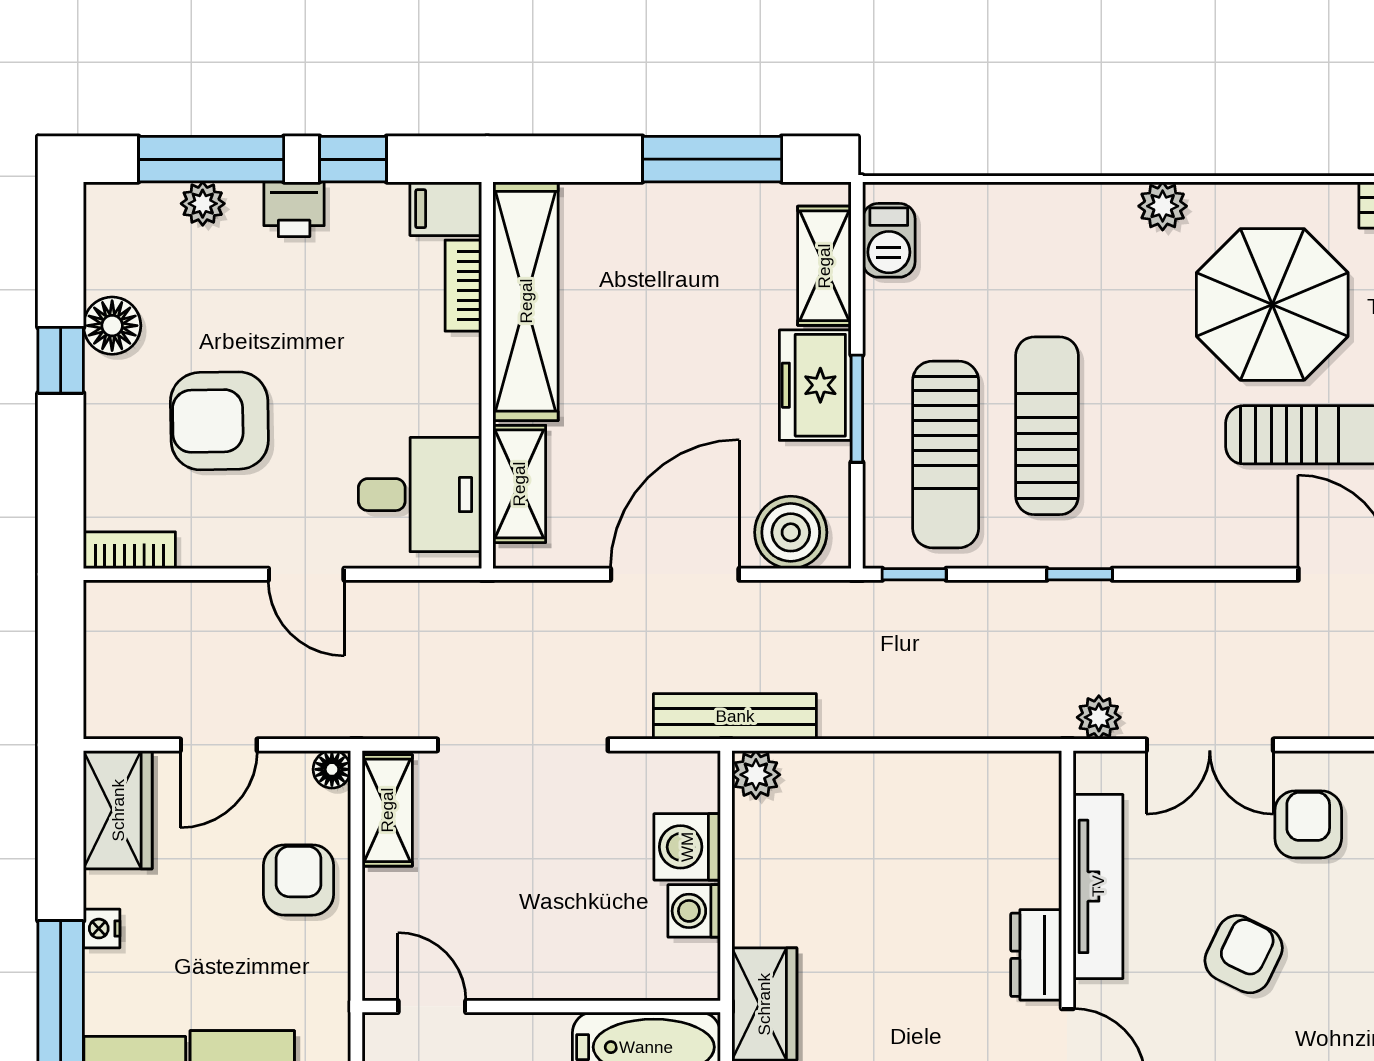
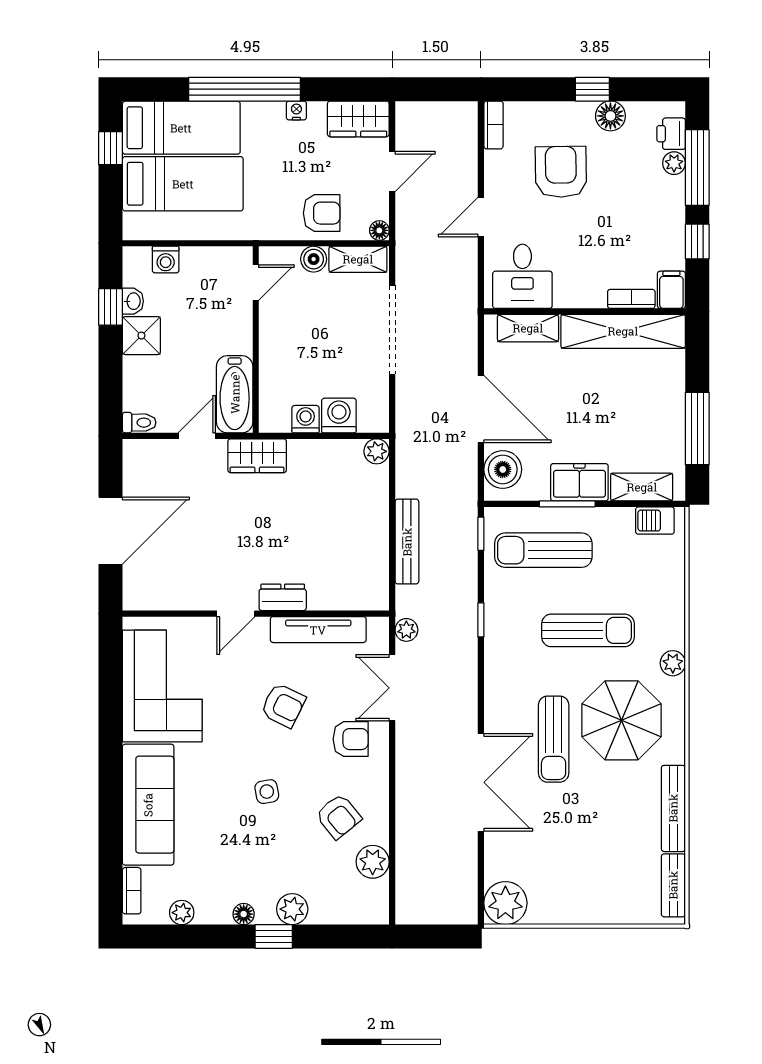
printer: (294, 209) -> (671, 134), moved
sun lounger: (1047, 426) -> (588, 630), moved
bench: (735, 716) -> (407, 542), moved
door: (219, 745) -> (392, 171), swing flipped
boiler: (387, 895) -> (314, 259), added

